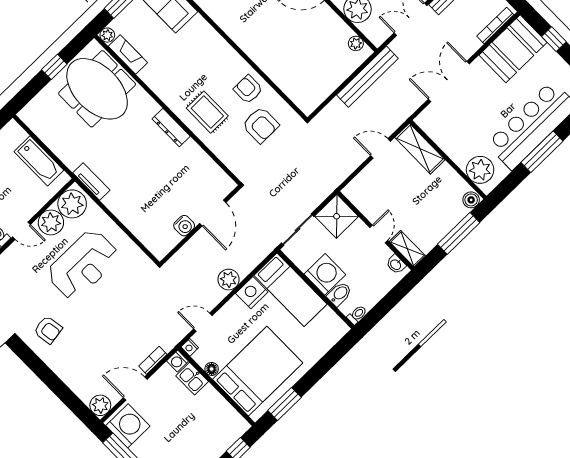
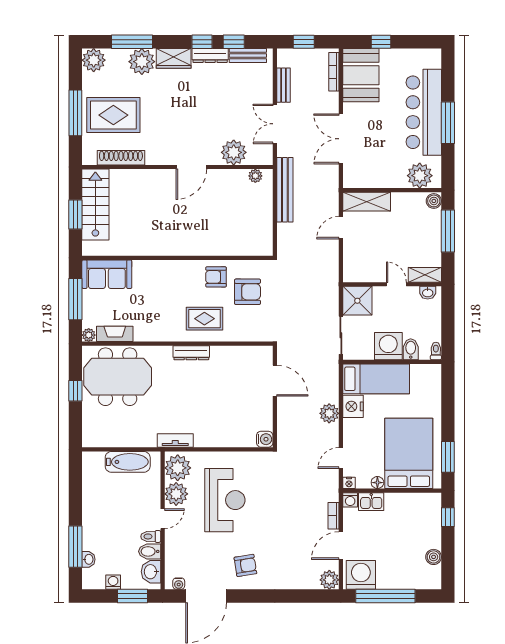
water cooler: (184, 226) -> (265, 439), moved

